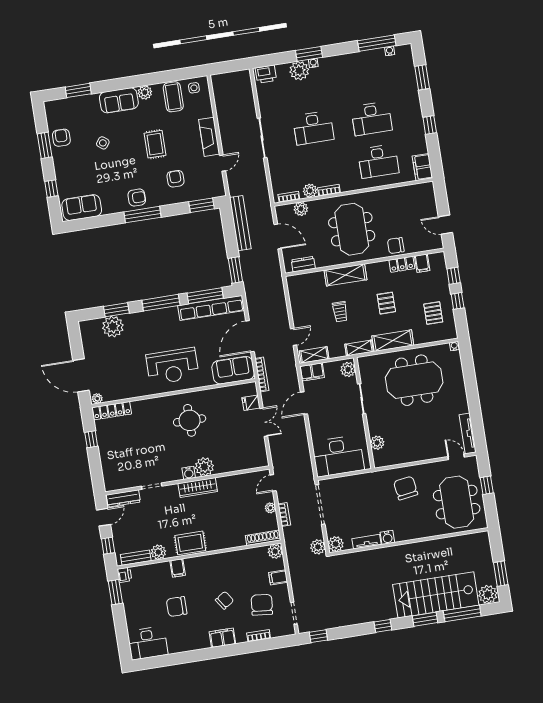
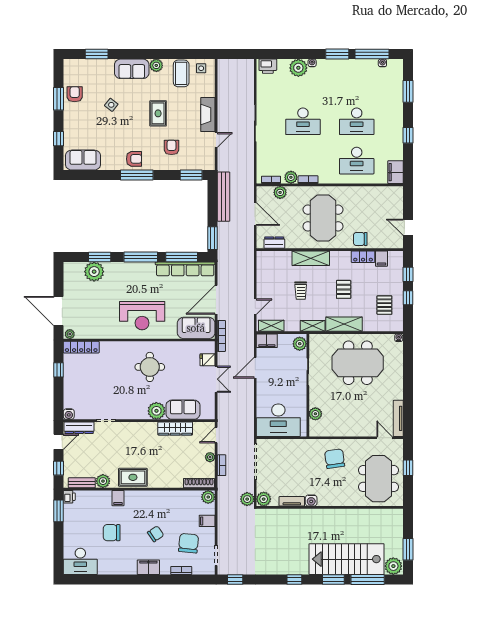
window: (309, 54) -> (337, 54), moved
sofa: (233, 461) -> (183, 410), added
water cooler: (189, 473) -> (69, 414), moved
wardrobe: (198, 487) -> (175, 429), moved

